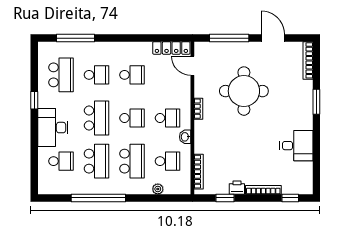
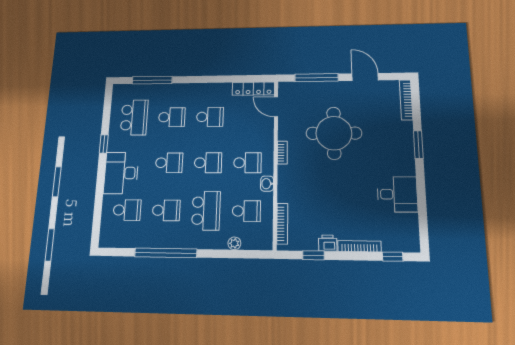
school desk: (96, 118) -> (169, 163), width x0.54
school desk: (96, 161) -> (166, 210), width x0.54

